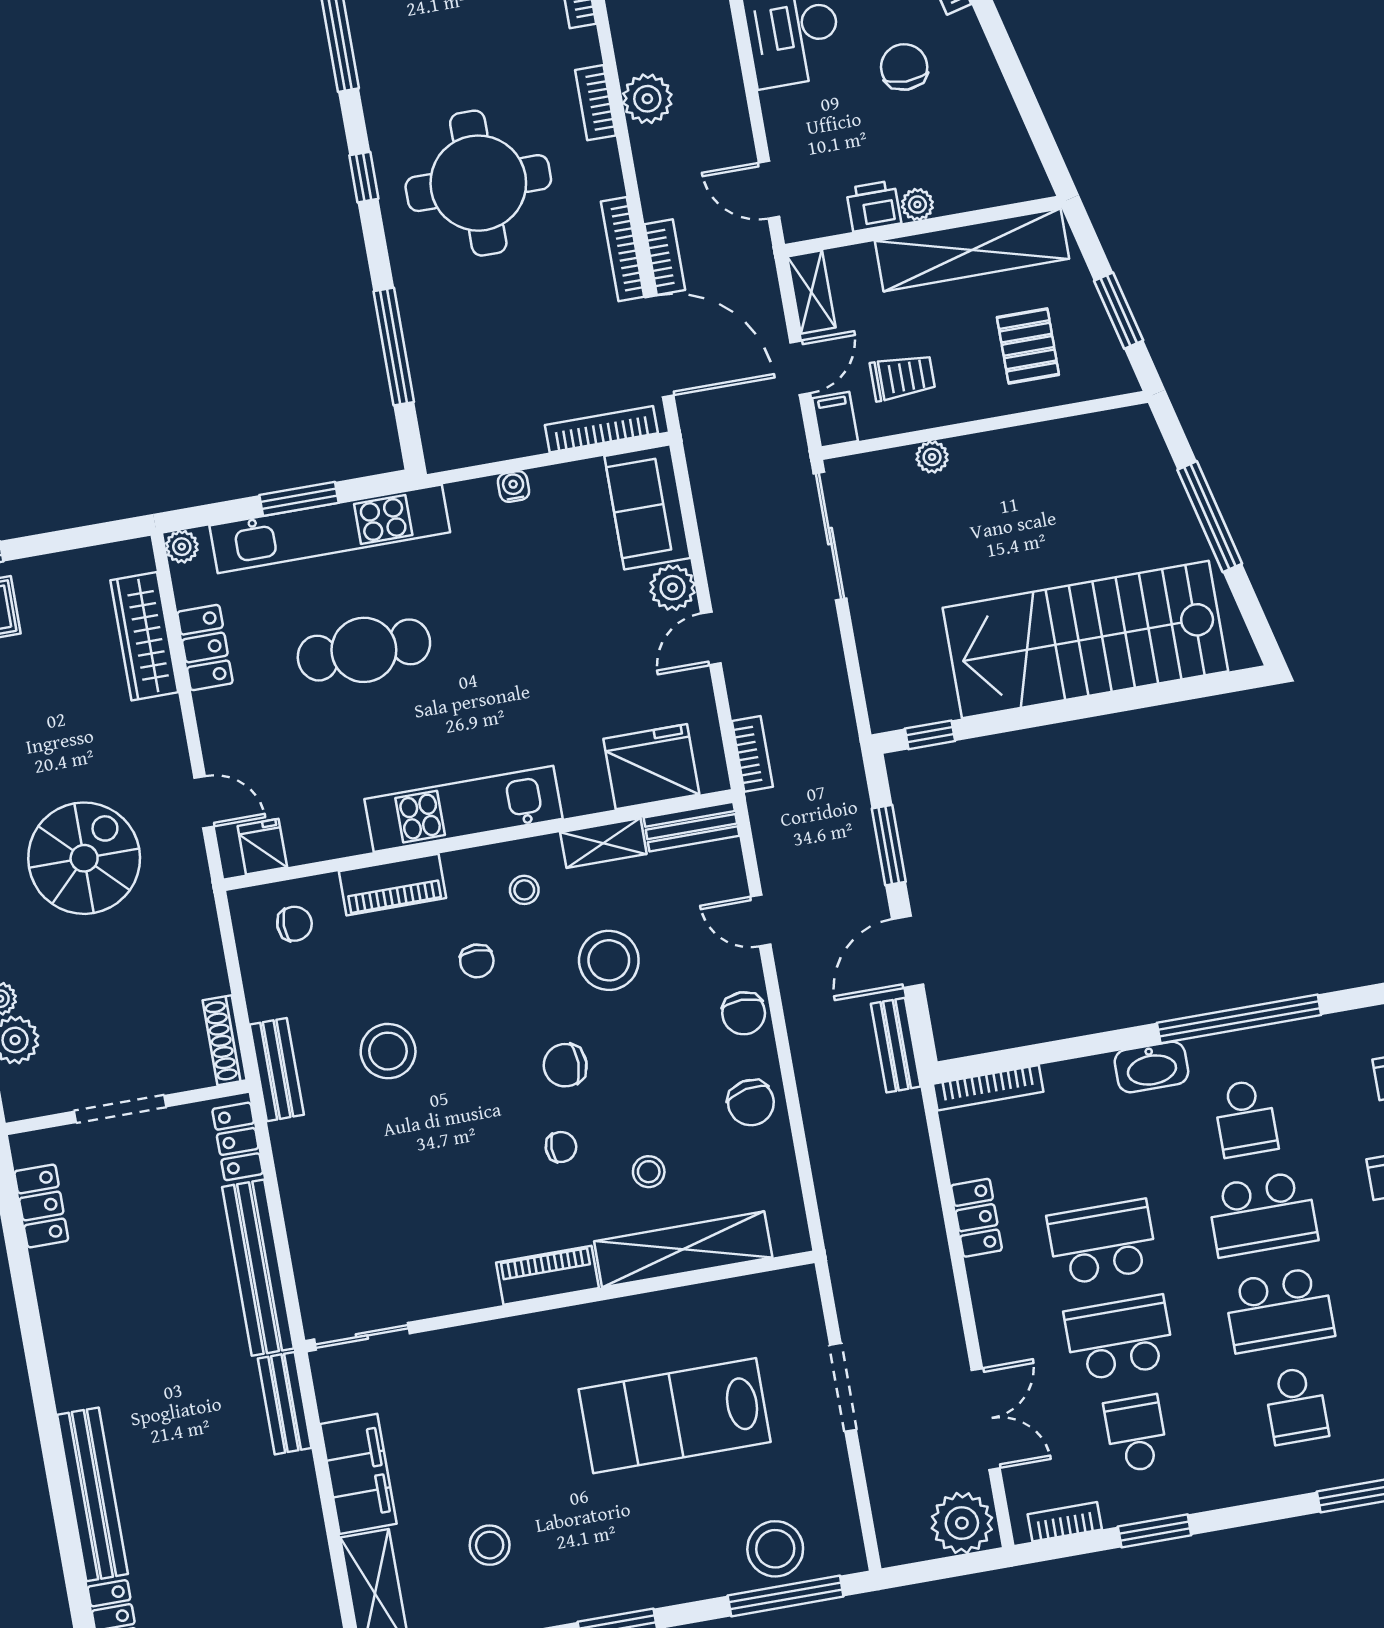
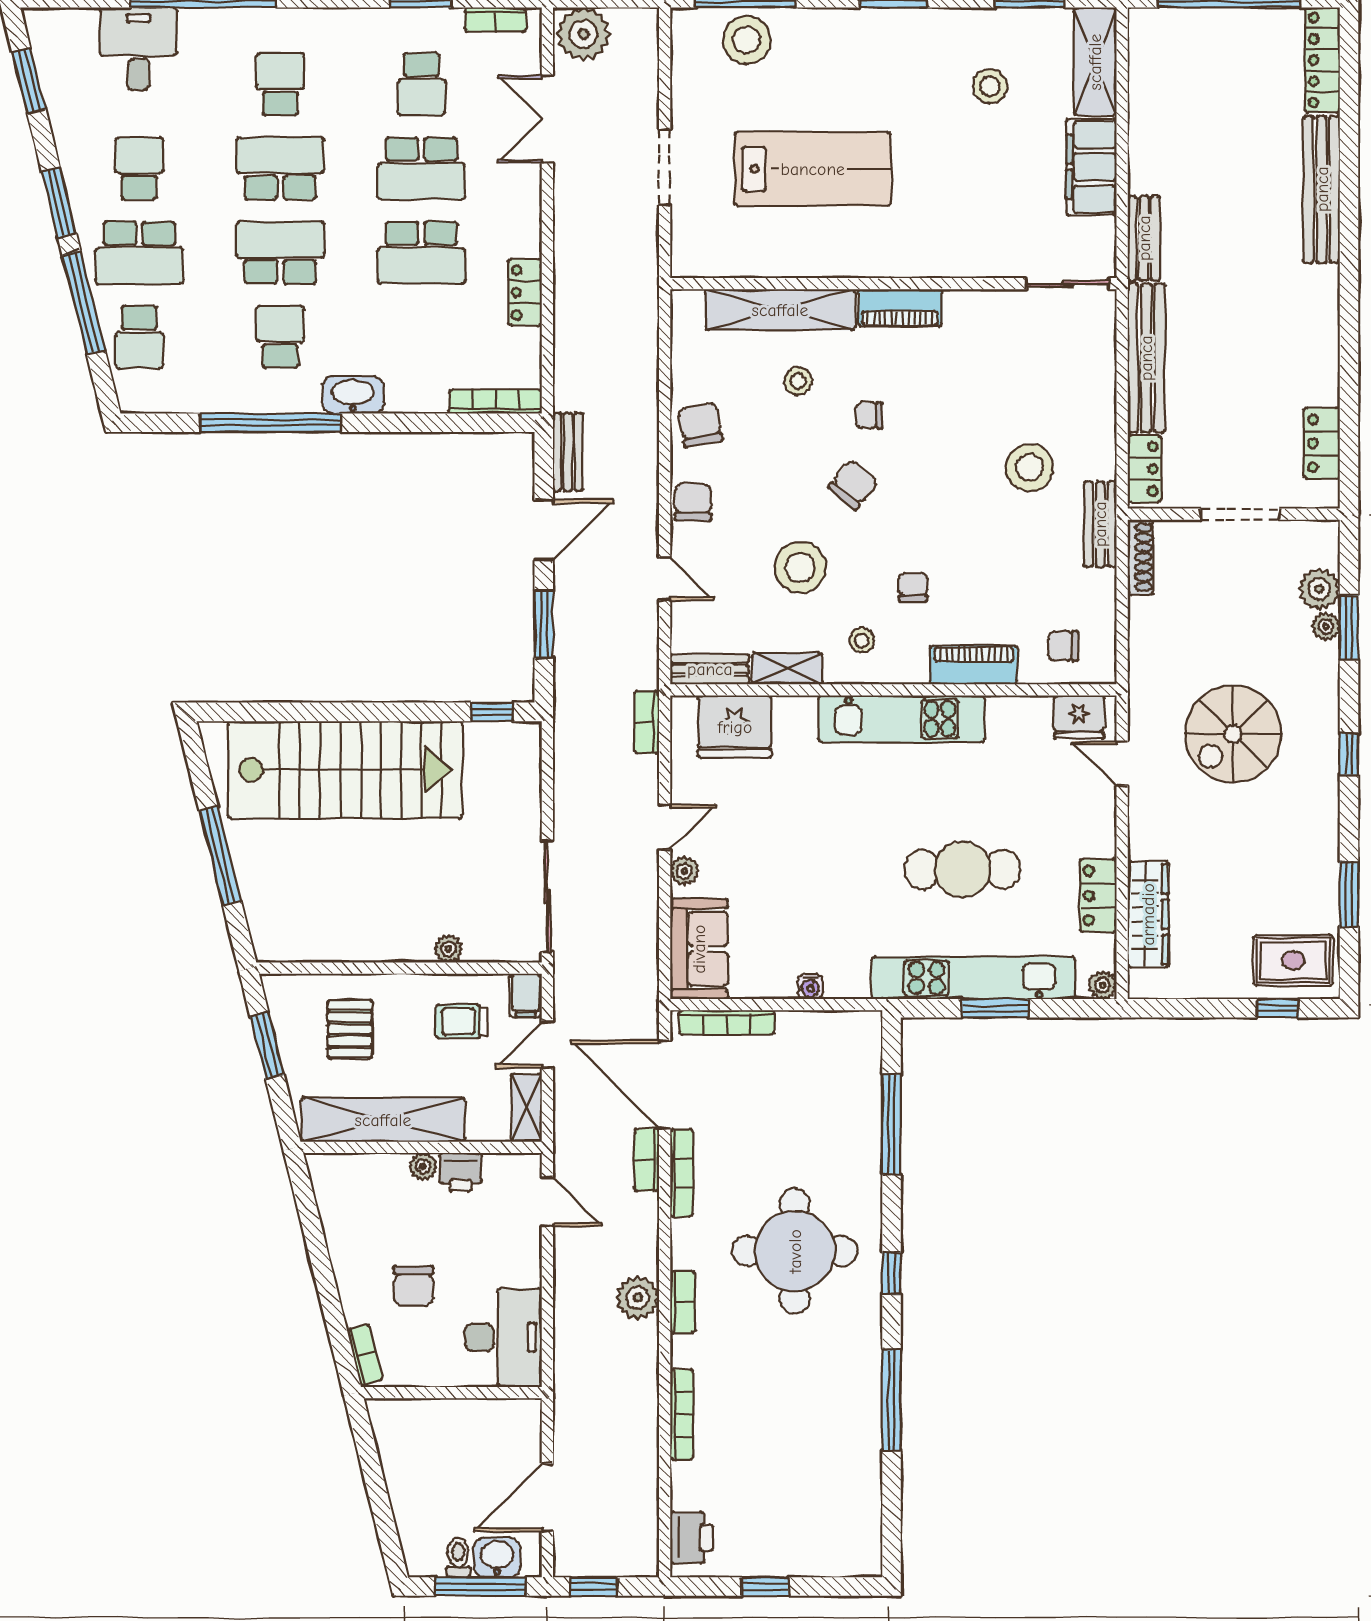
plant: (673, 588) -> (684, 871), width x0.73, depth x0.73
fridge: (262, 847) -> (1079, 717), width x1.38
stool: (388, 1051) -> (1030, 468), moved
chair: (565, 1065) -> (853, 485), turned -50

